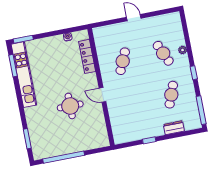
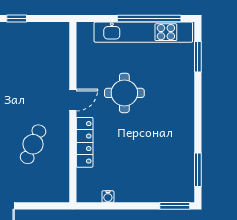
locker: (87, 56) -> (85, 142), moved
kitchen unit: (24, 75) -> (143, 32), moved, turned -90
door: (103, 95) -> (73, 100), hinge flipped

